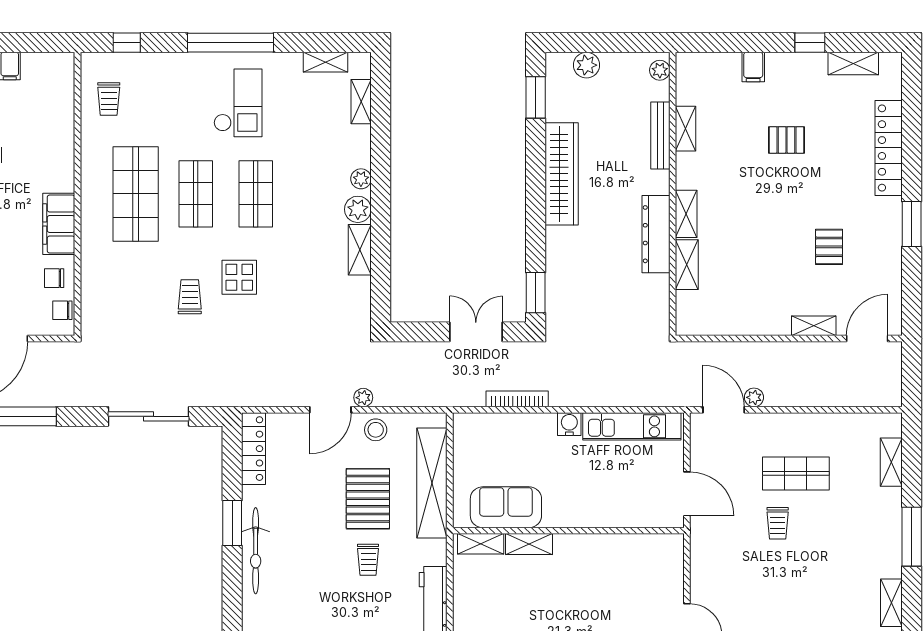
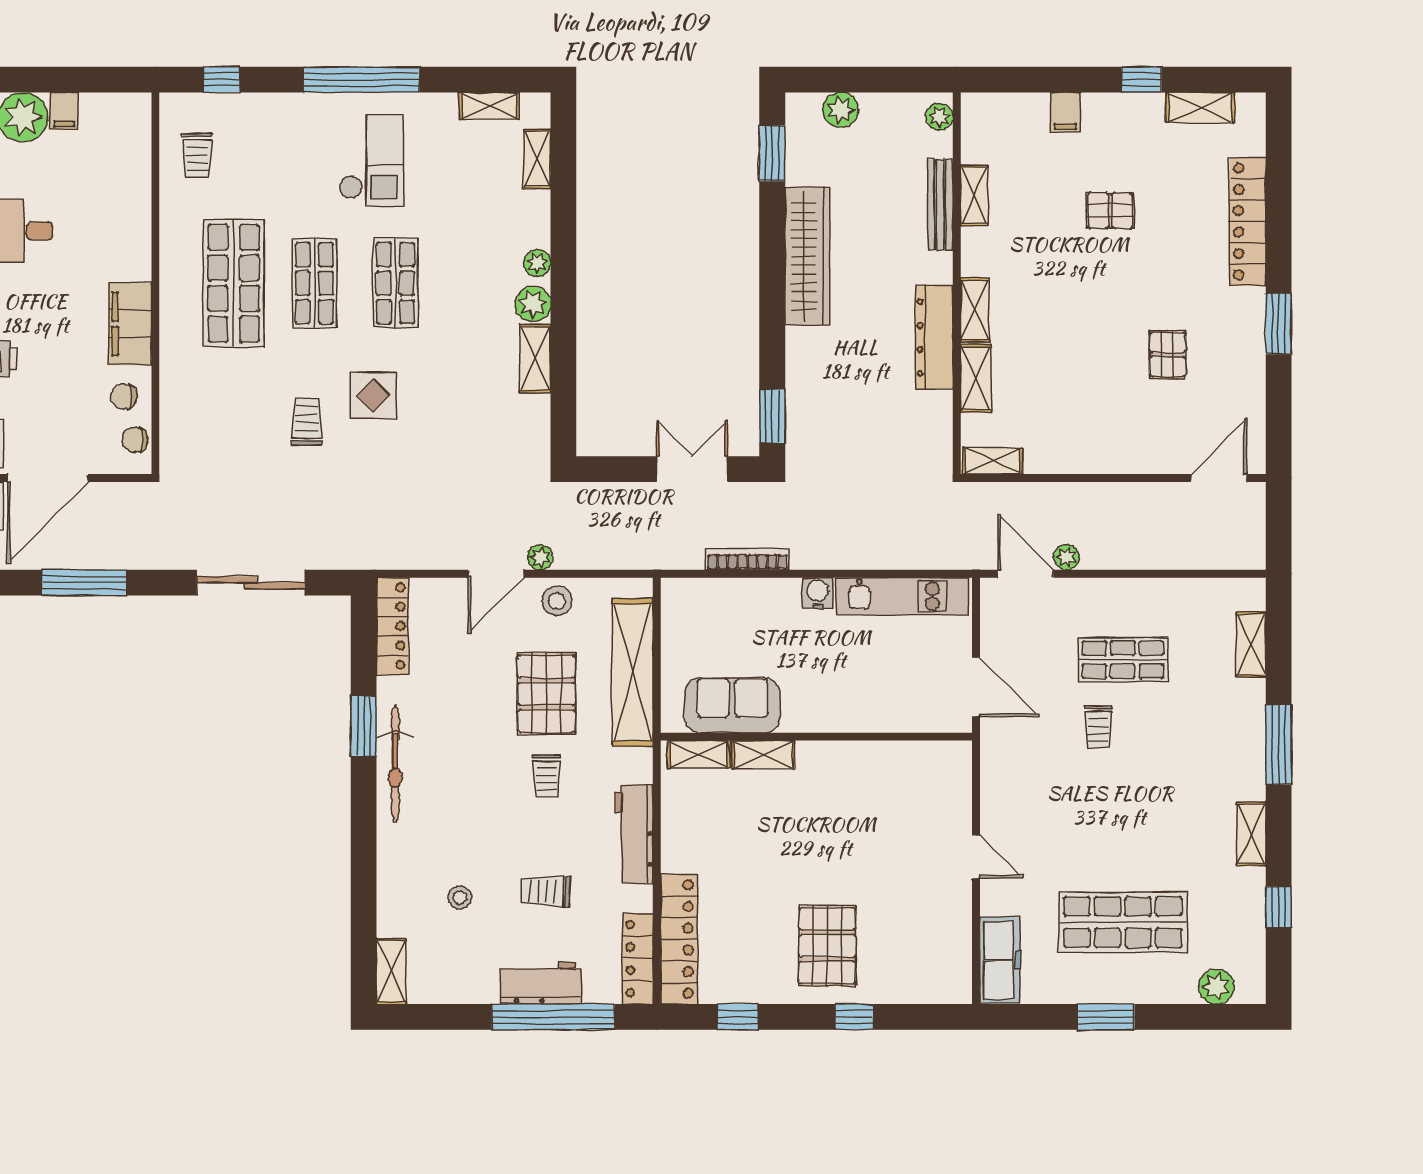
shelving: (814, 326) -> (993, 461), moved

